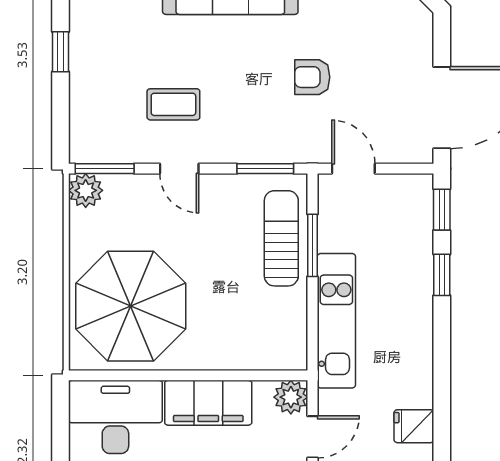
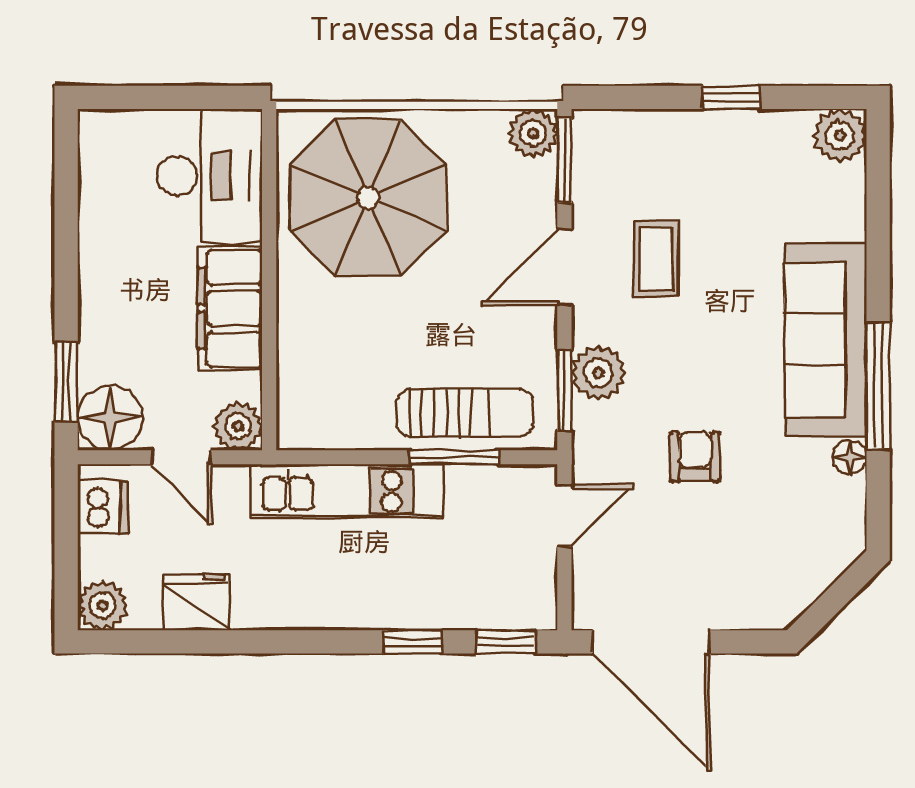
plant: (253, 145) -> (598, 373), added
door: (179, 169) -> (564, 267), width x1.37
fridge: (414, 426) -> (197, 602), width x1.38

